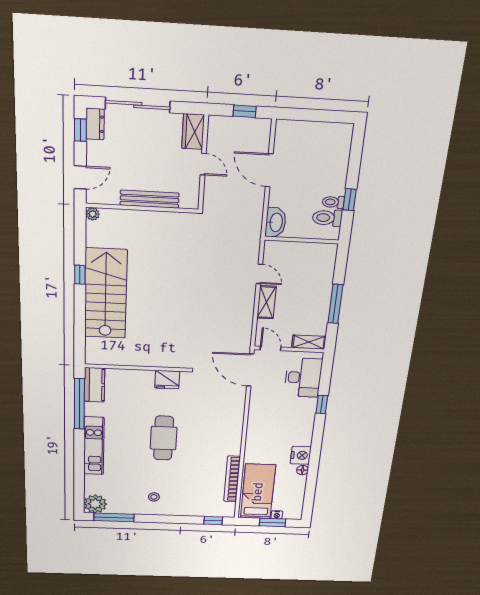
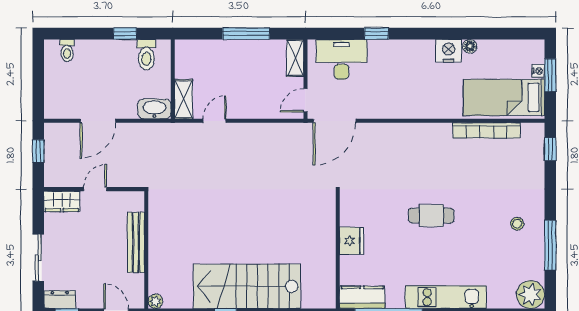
sliding door: (138, 105) -> (38, 258), width x0.73
toilet: (333, 202) -> (67, 51), moved
shelving: (267, 302) -> (184, 99), moved, turned 90
fridge: (167, 380) -> (351, 241), moved
cafe table: (164, 438) -> (431, 216), width x0.73, depth x0.74
window: (114, 517) -> (550, 245), moved

